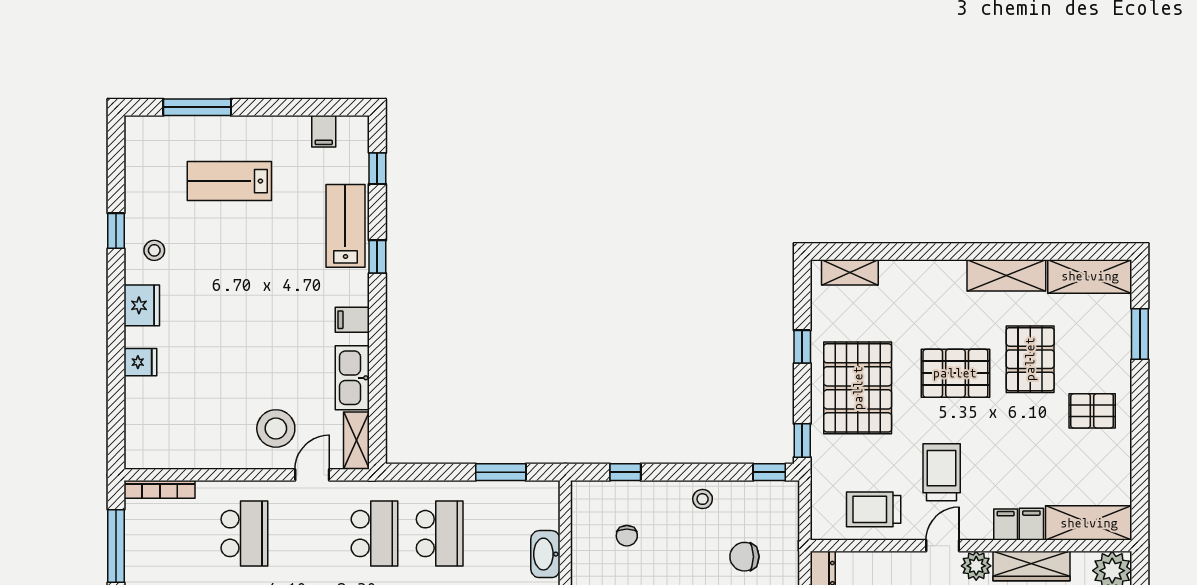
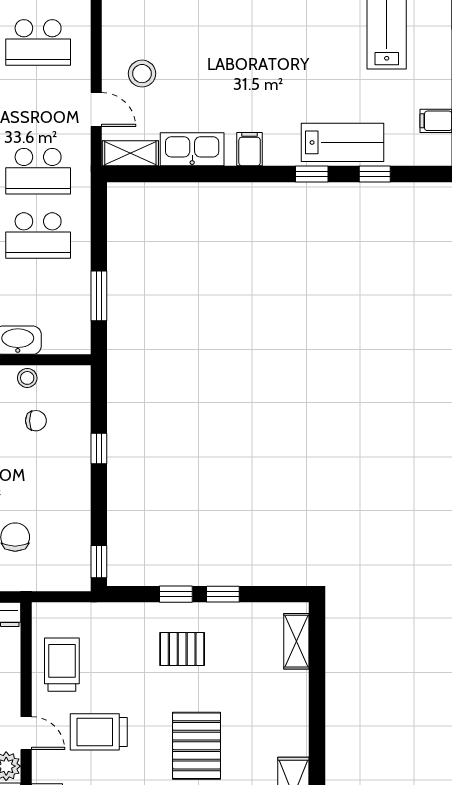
window: (377, 168) -> (375, 174), moved
pallet: (858, 388) -> (182, 649), width x0.49, depth x0.50
stool: (276, 428) -> (142, 74), width x0.73, depth x0.73
window: (802, 441) -> (176, 594), moved
window: (625, 472) -> (99, 449), moved
trolley: (942, 472) -> (99, 732), turned 180
stool: (703, 499) -> (27, 378), moved
chair: (627, 536) -> (36, 421), turned 180

